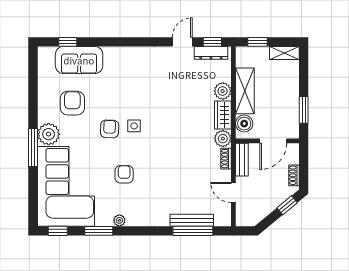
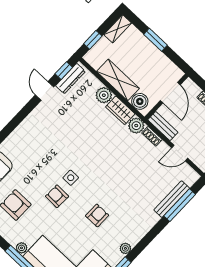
window: (304, 110) -> (156, 40), moved
plant: (49, 134) -> (22, 248), width x0.53, depth x0.53
armchair: (124, 174) -> (97, 216), turned 90

